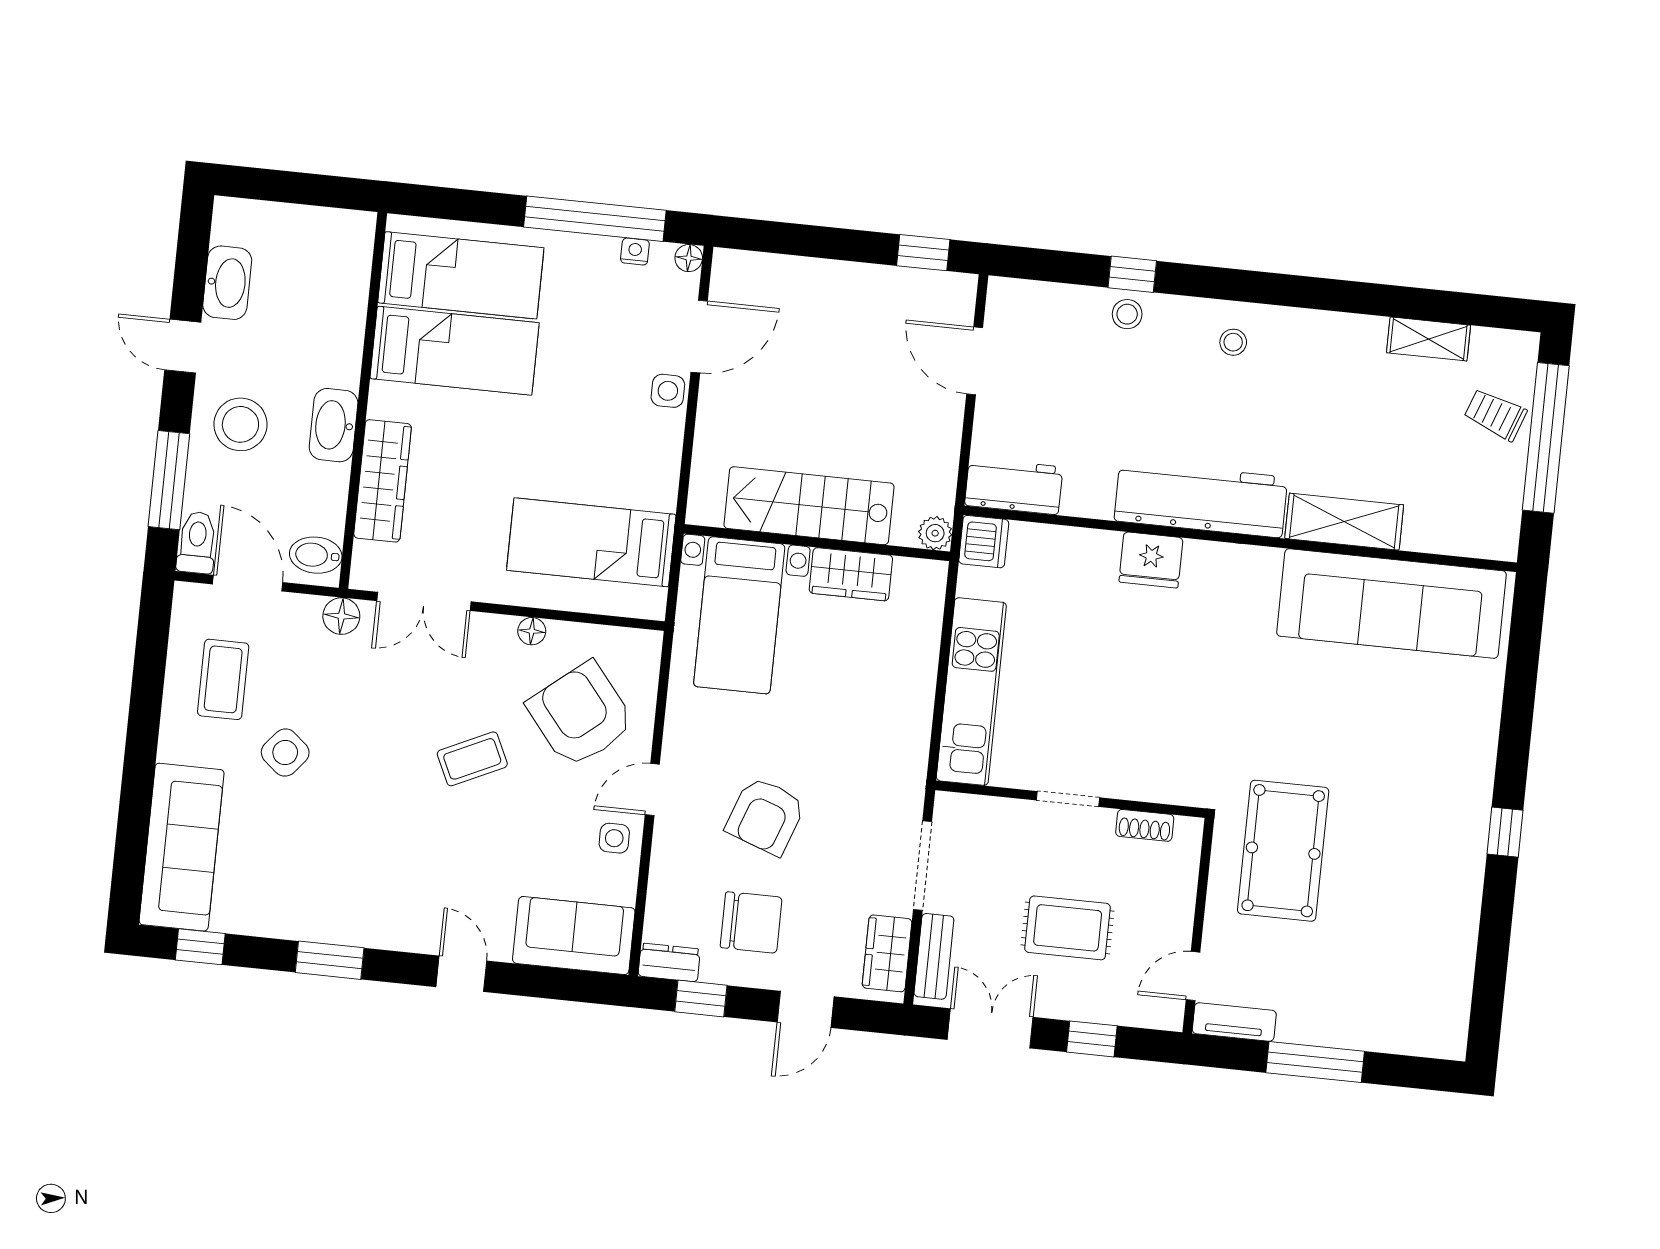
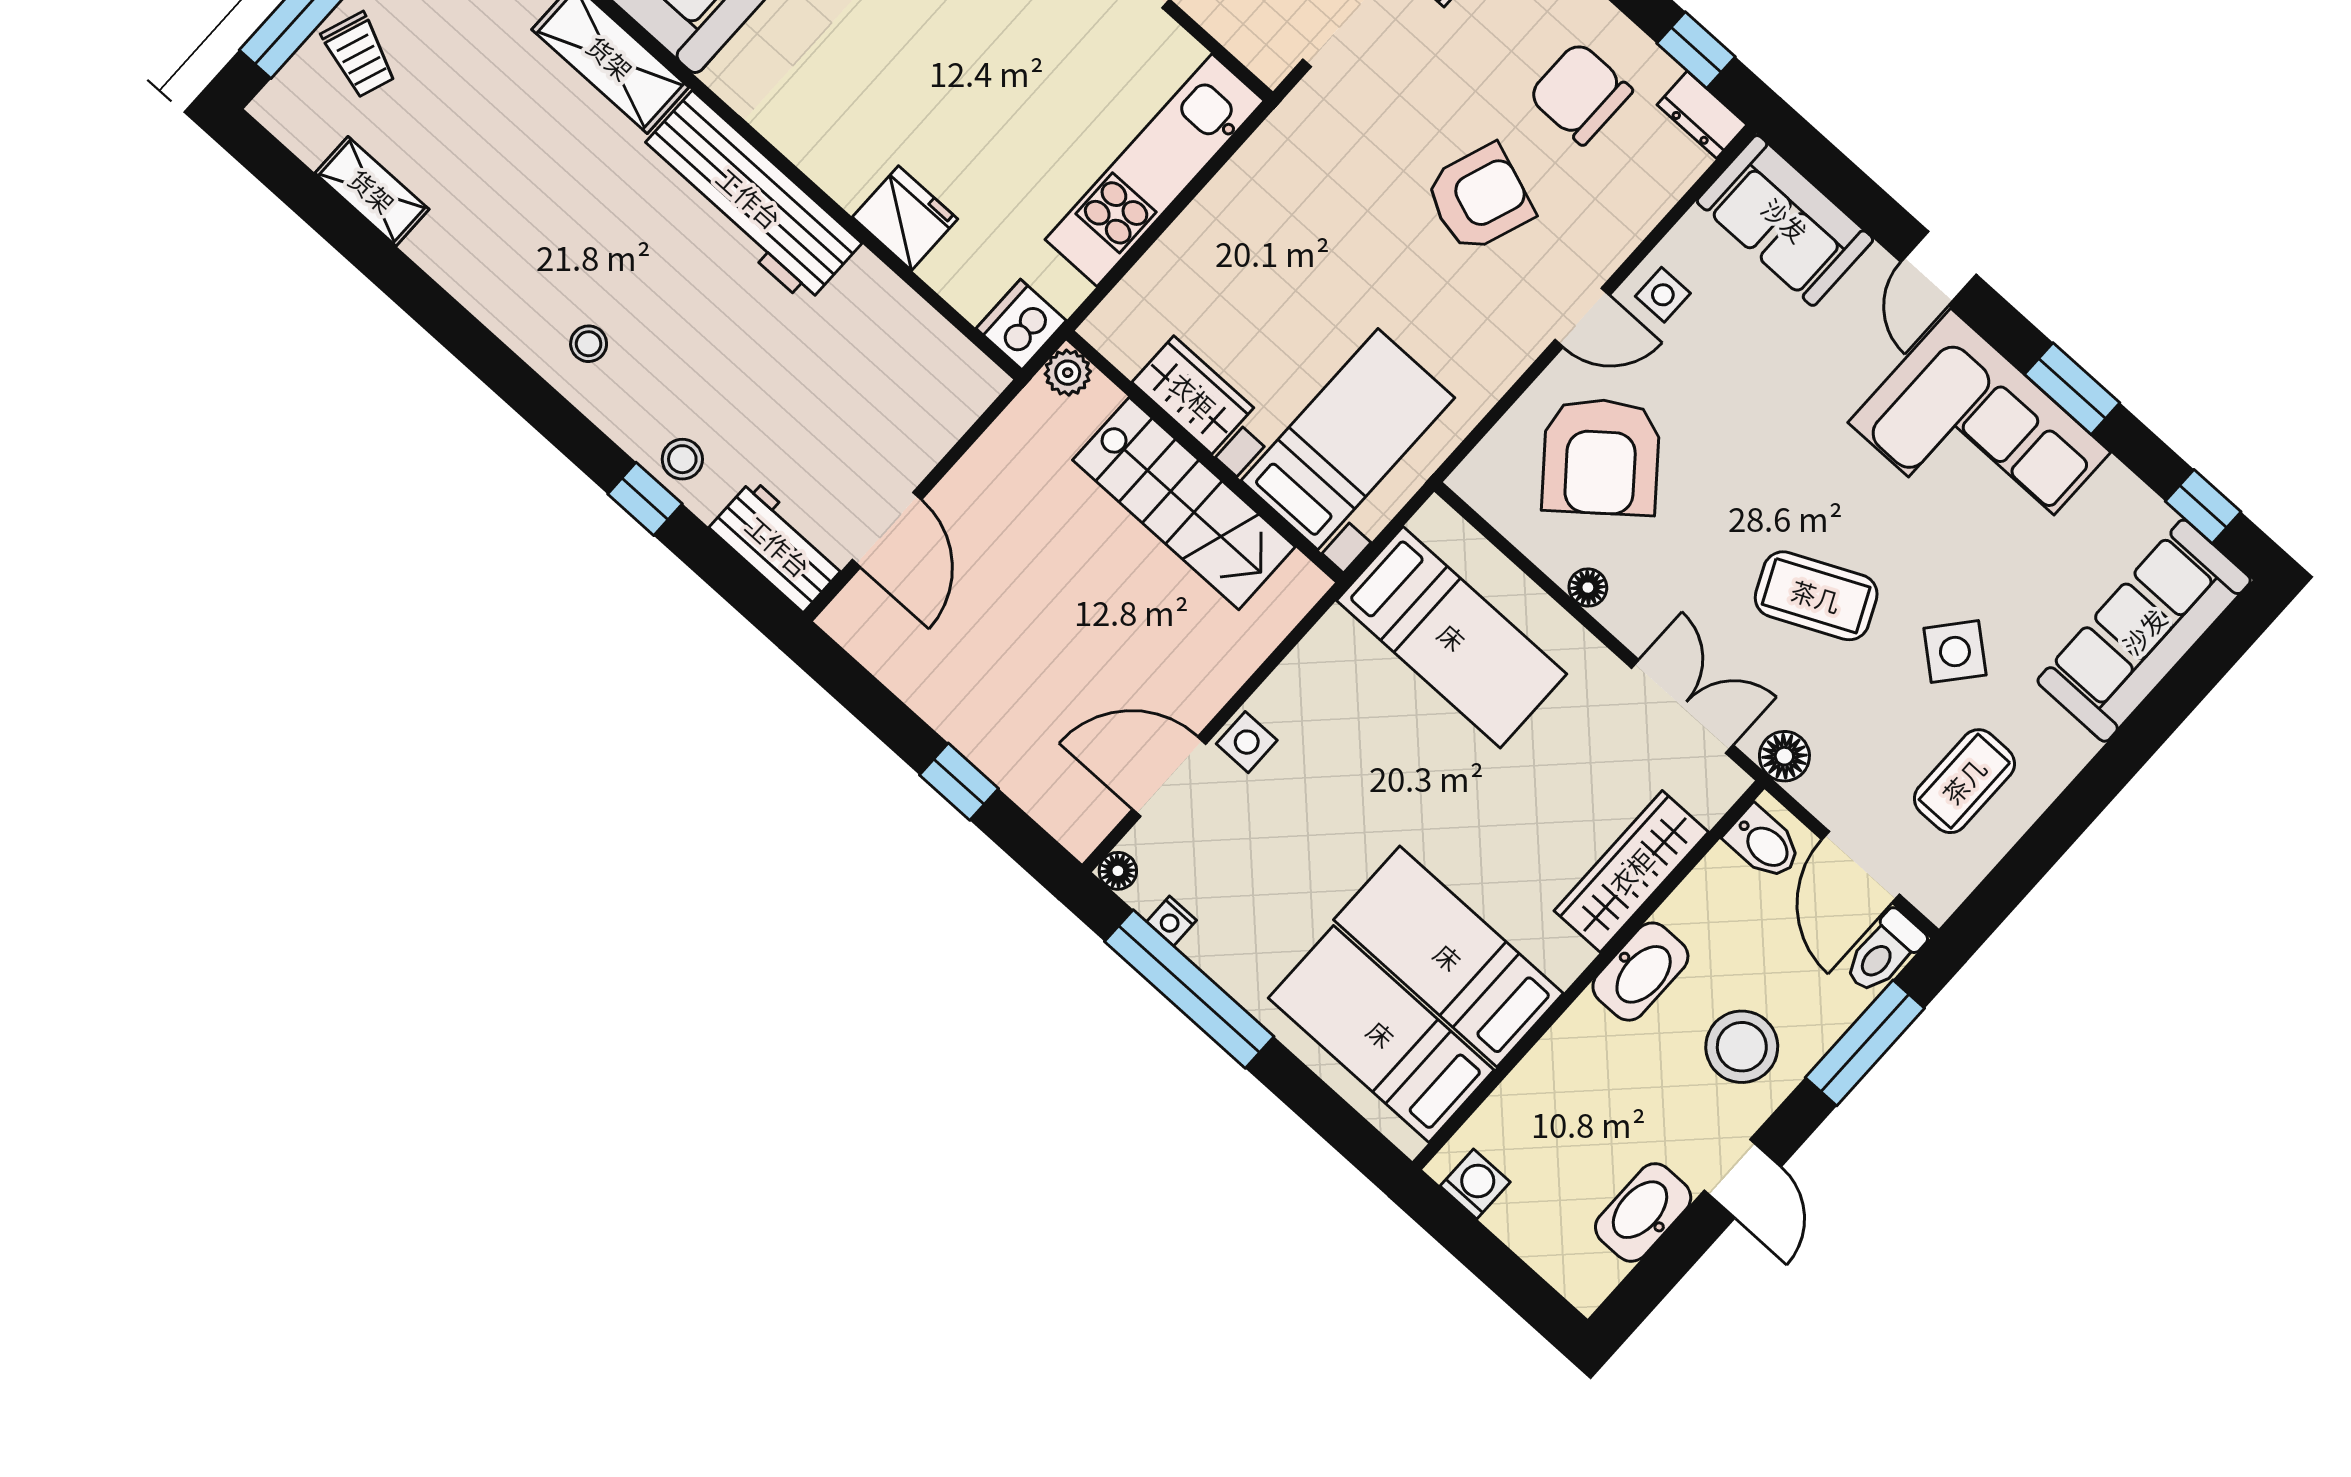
washing machine: (340, 227) -> (1475, 1184), added
window: (923, 253) -> (959, 782), moved
workbench: (1014, 486) -> (778, 546), moved, turned 180
fridge: (1151, 560) -> (905, 218), moved
coffee table: (472, 759) -> (1816, 596), moved, width x1.36, depth x1.30
corner sofa: (364, 891) -> (1979, 437), added

